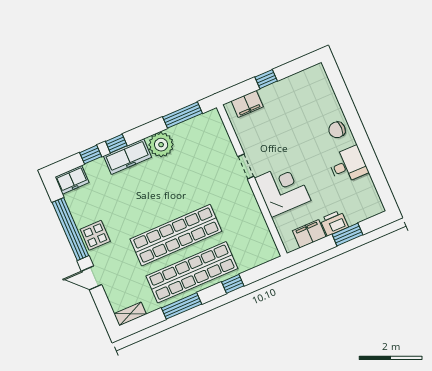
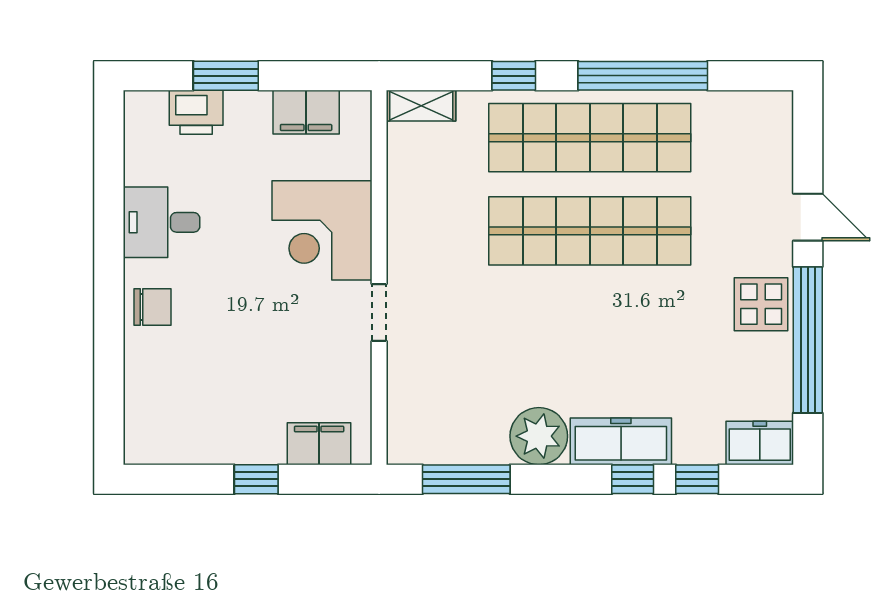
printer: (334, 223) -> (196, 112), moved
window: (181, 306) -> (643, 76), width x1.46
shelving: (130, 314) -> (421, 106), moved

